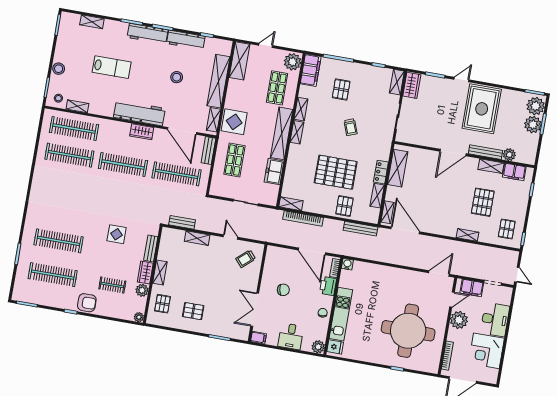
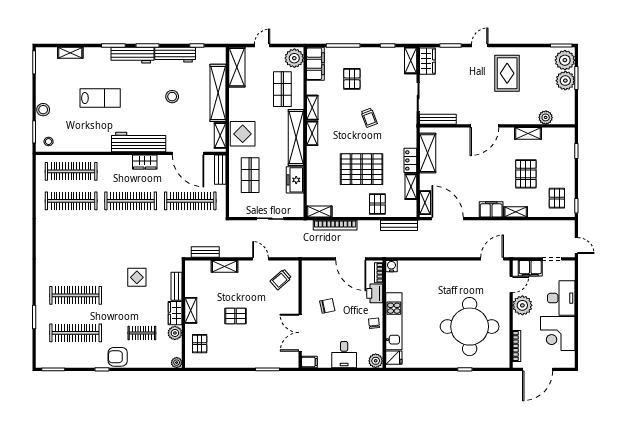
shelving: (77, 106) -> (71, 147), removed
rug: (482, 109) -> (507, 73), width x0.73, depth x0.69
bench: (486, 152) -> (438, 119), moved
filing cabinet: (514, 172) -> (491, 209), moved, turned 180
armchair: (87, 303) -> (118, 357), turned 180
pallet: (193, 311) -> (236, 316), moved

